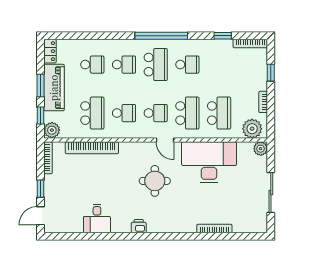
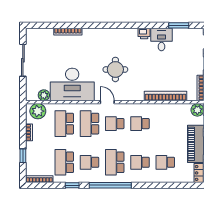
window: (223, 36) -> (72, 185), moved
school desk: (92, 113) -> (64, 162), moved
plant: (261, 149) -> (44, 95), moved
printer: (139, 226) -> (144, 33), moved
window: (75, 236) -> (179, 25), added

